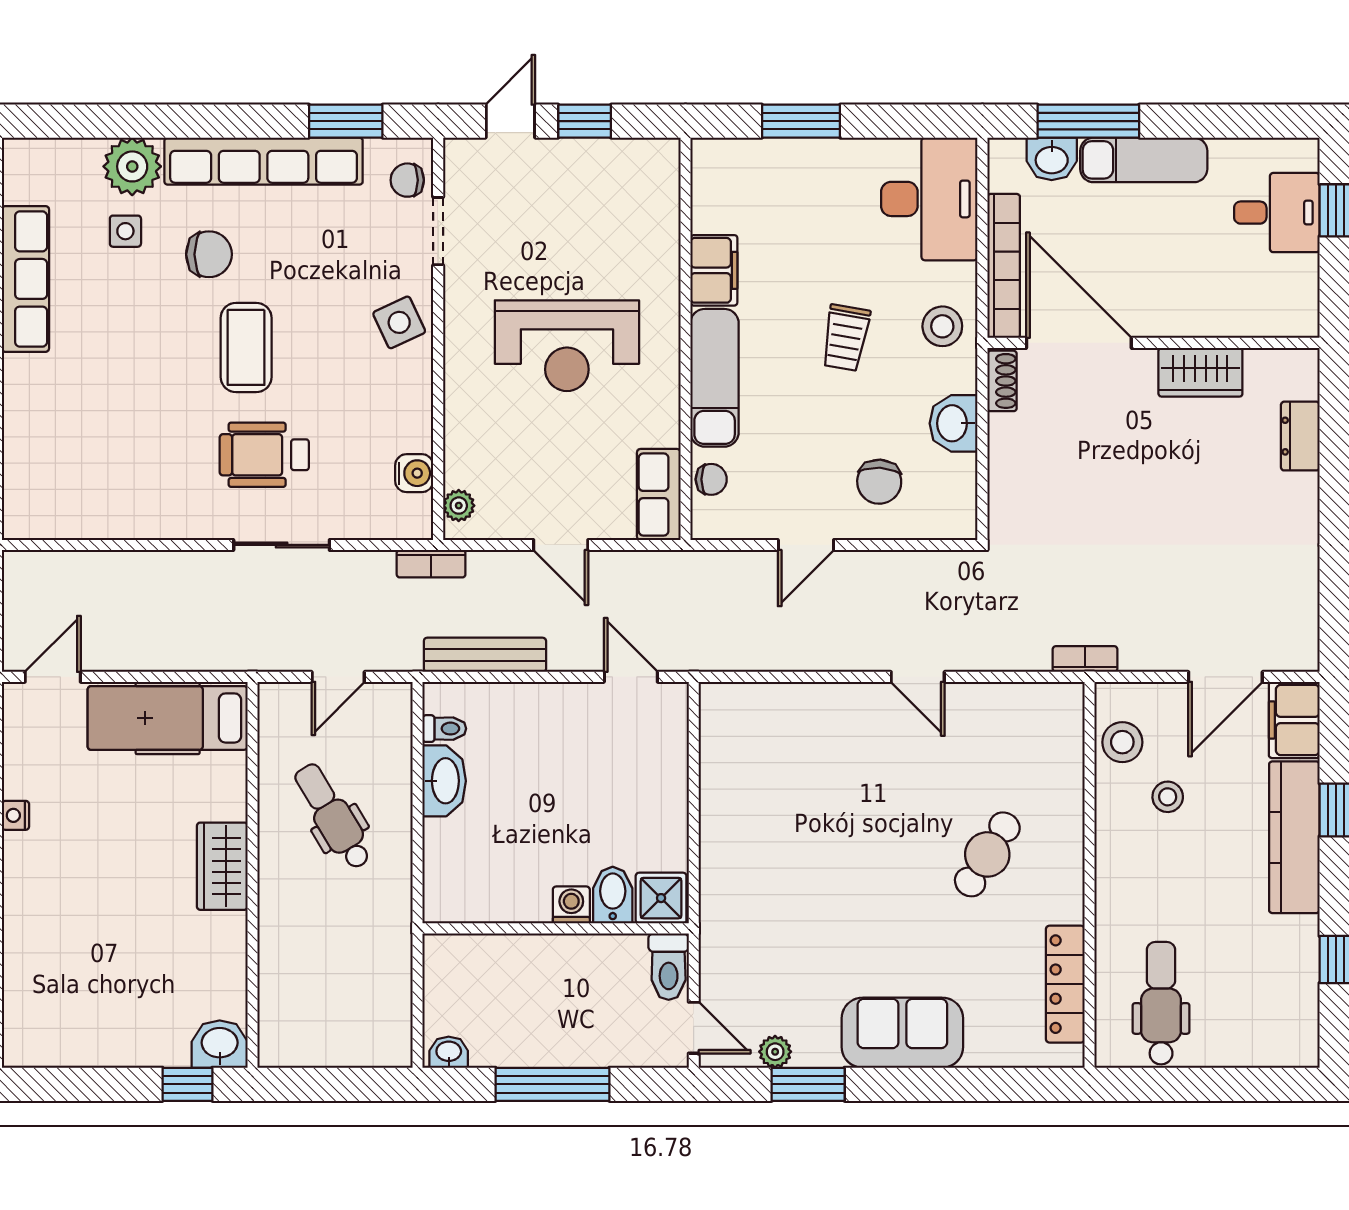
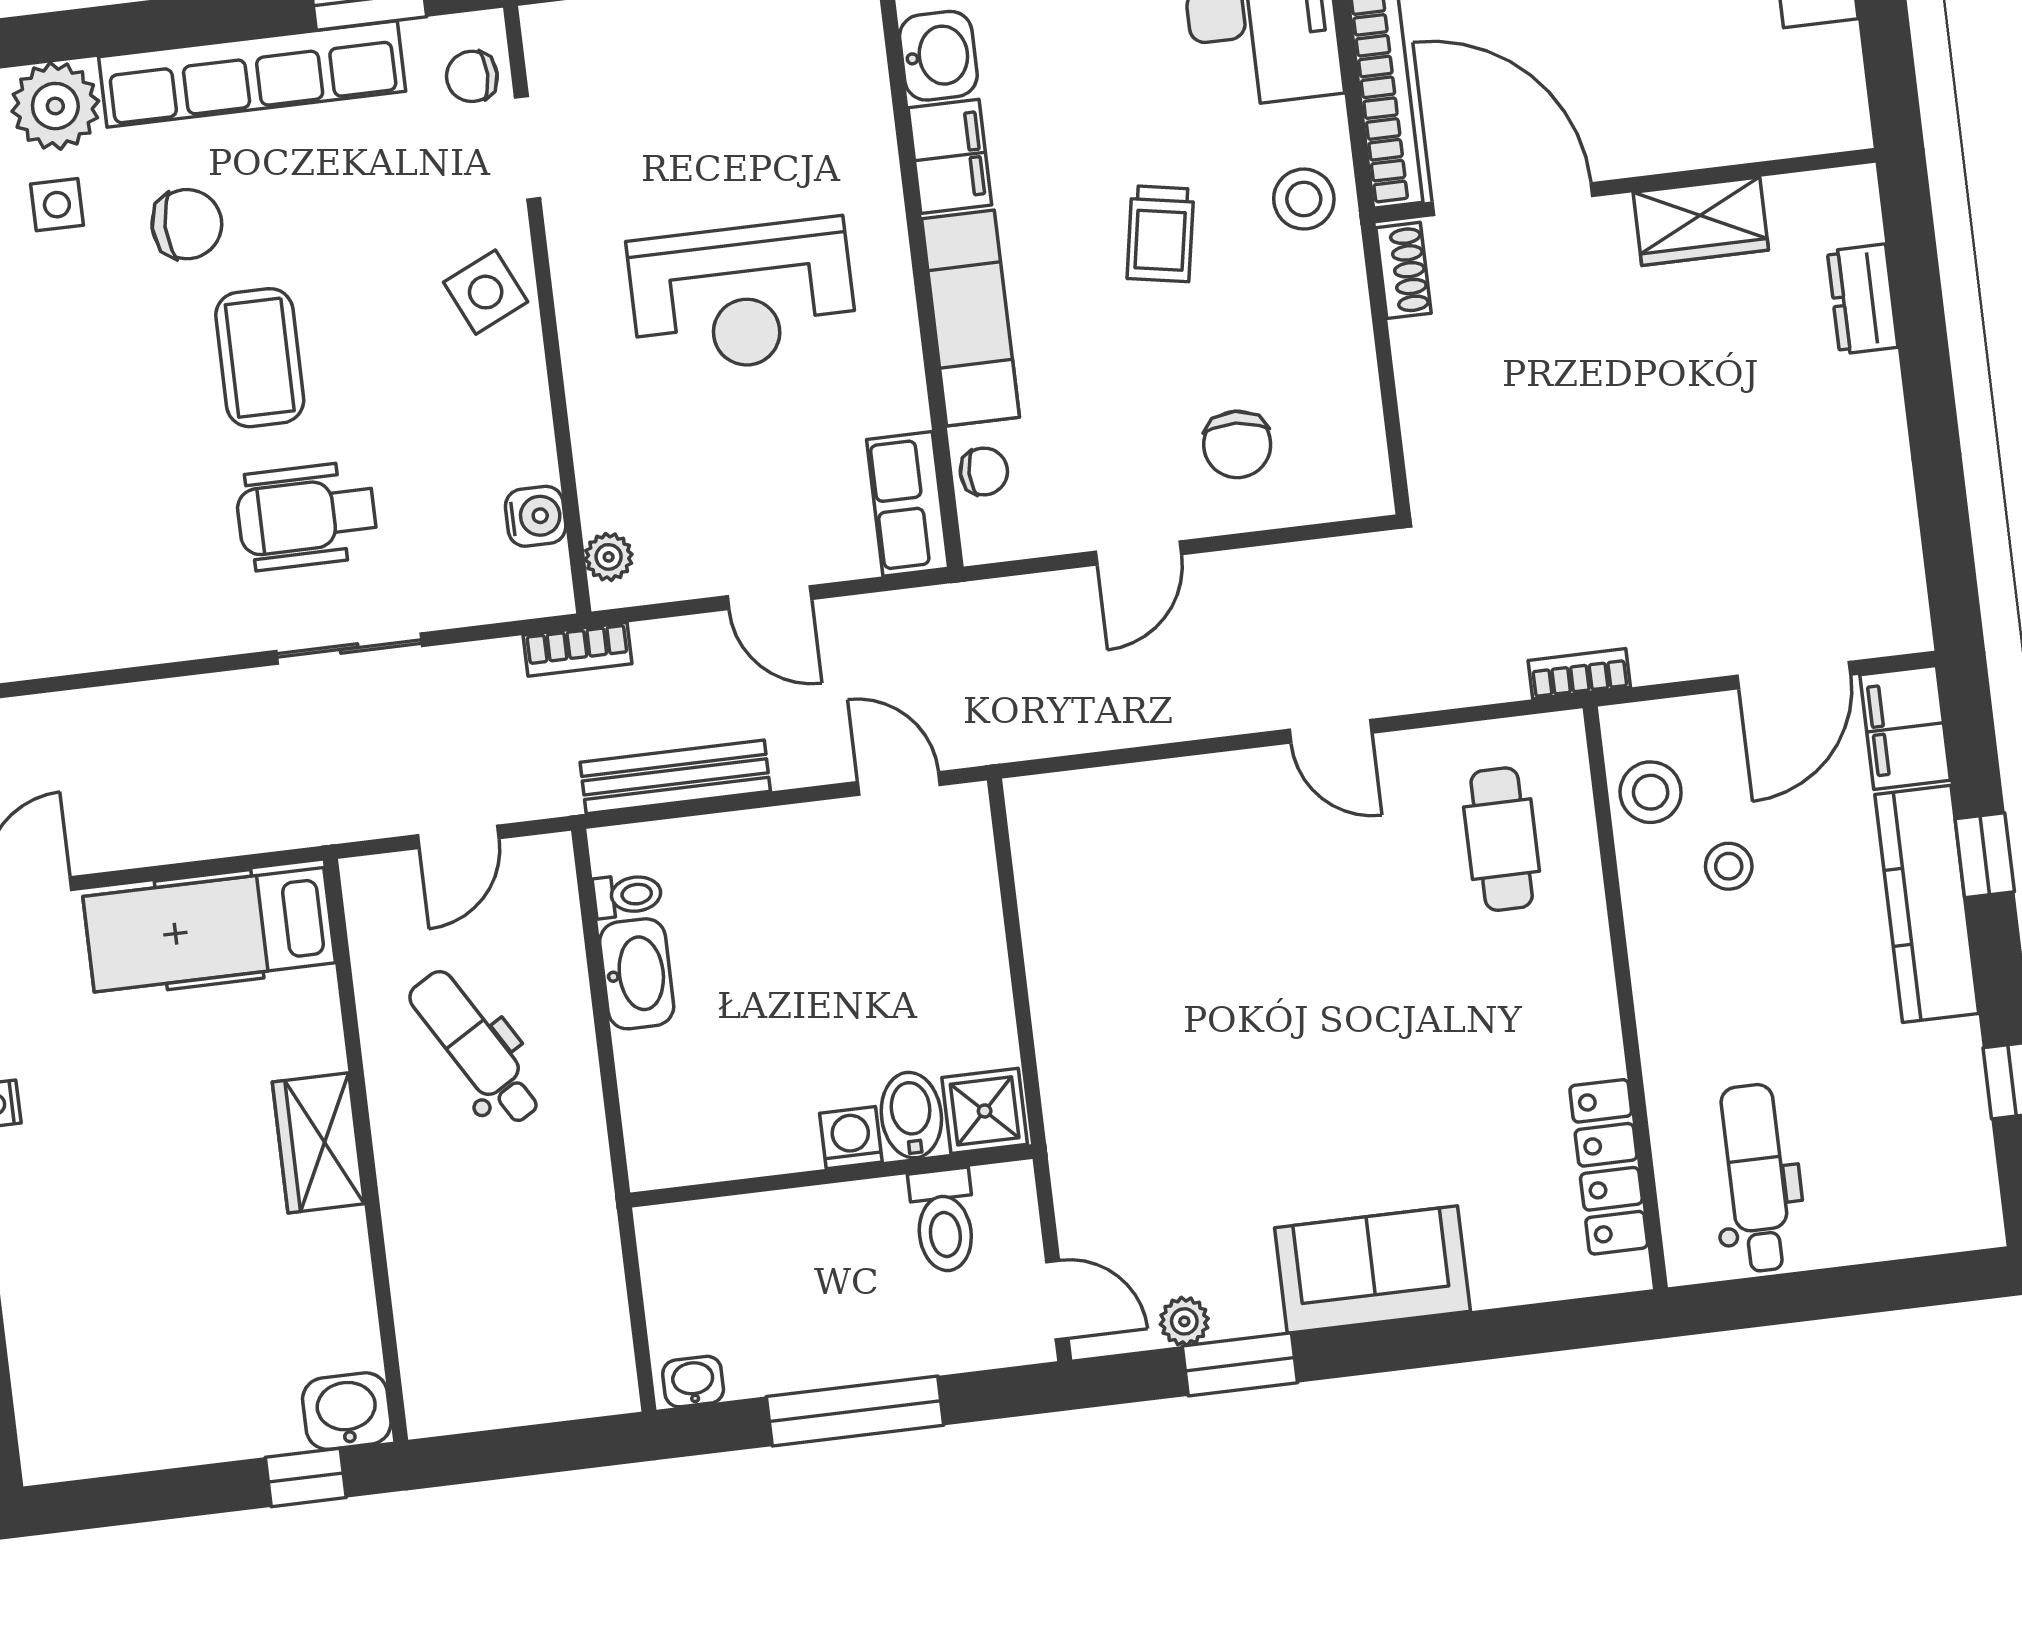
washbasin: (953, 423) -> (938, 56), moved, turned 180
cafe table: (987, 854) -> (1502, 839), moved, turned -32
toilet: (669, 967) -> (944, 1220), moved

